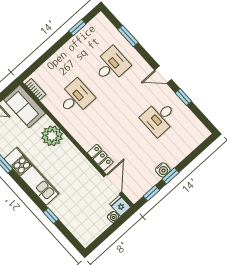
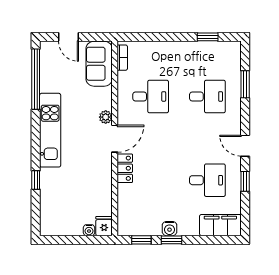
desk: (159, 118) -> (207, 180), turned 180
plant: (52, 136) -> (106, 117), width x0.53, depth x0.53
filing cabinet: (193, 139) -> (220, 225), added
door: (113, 184) -> (115, 139), moved

